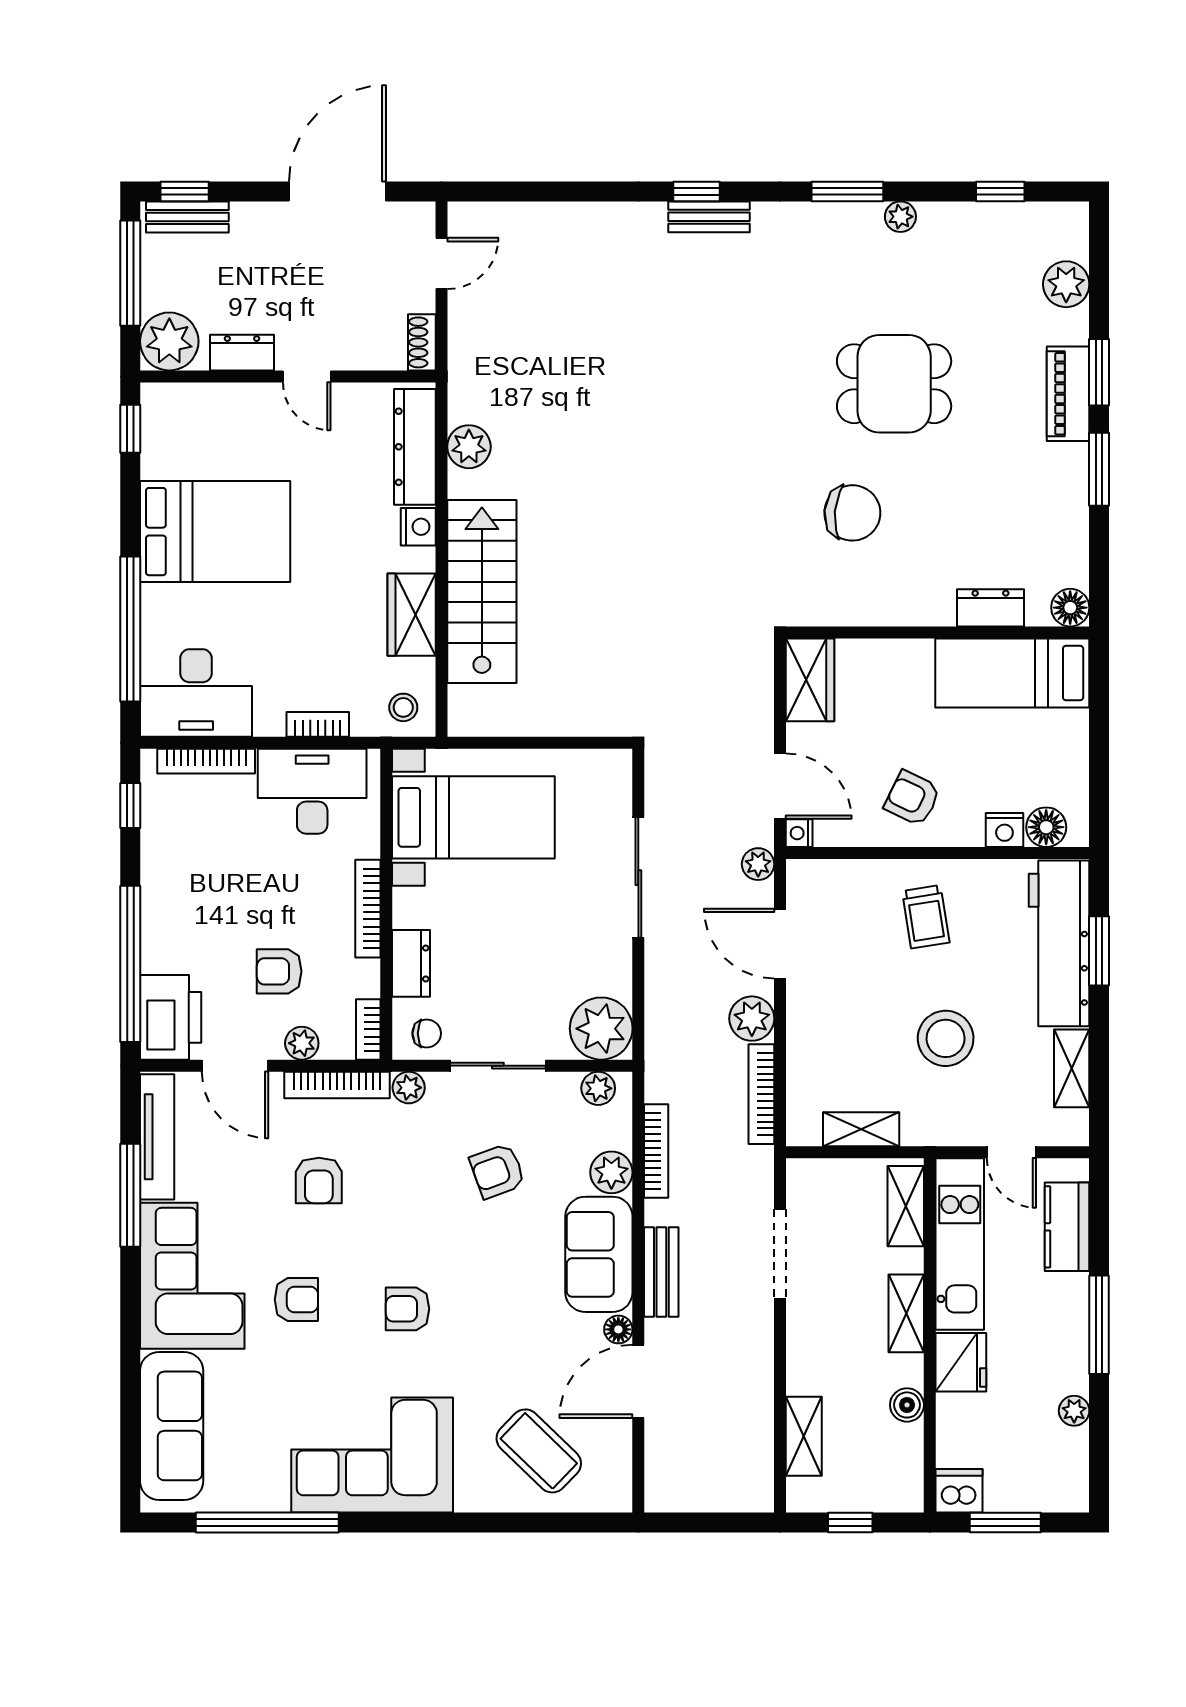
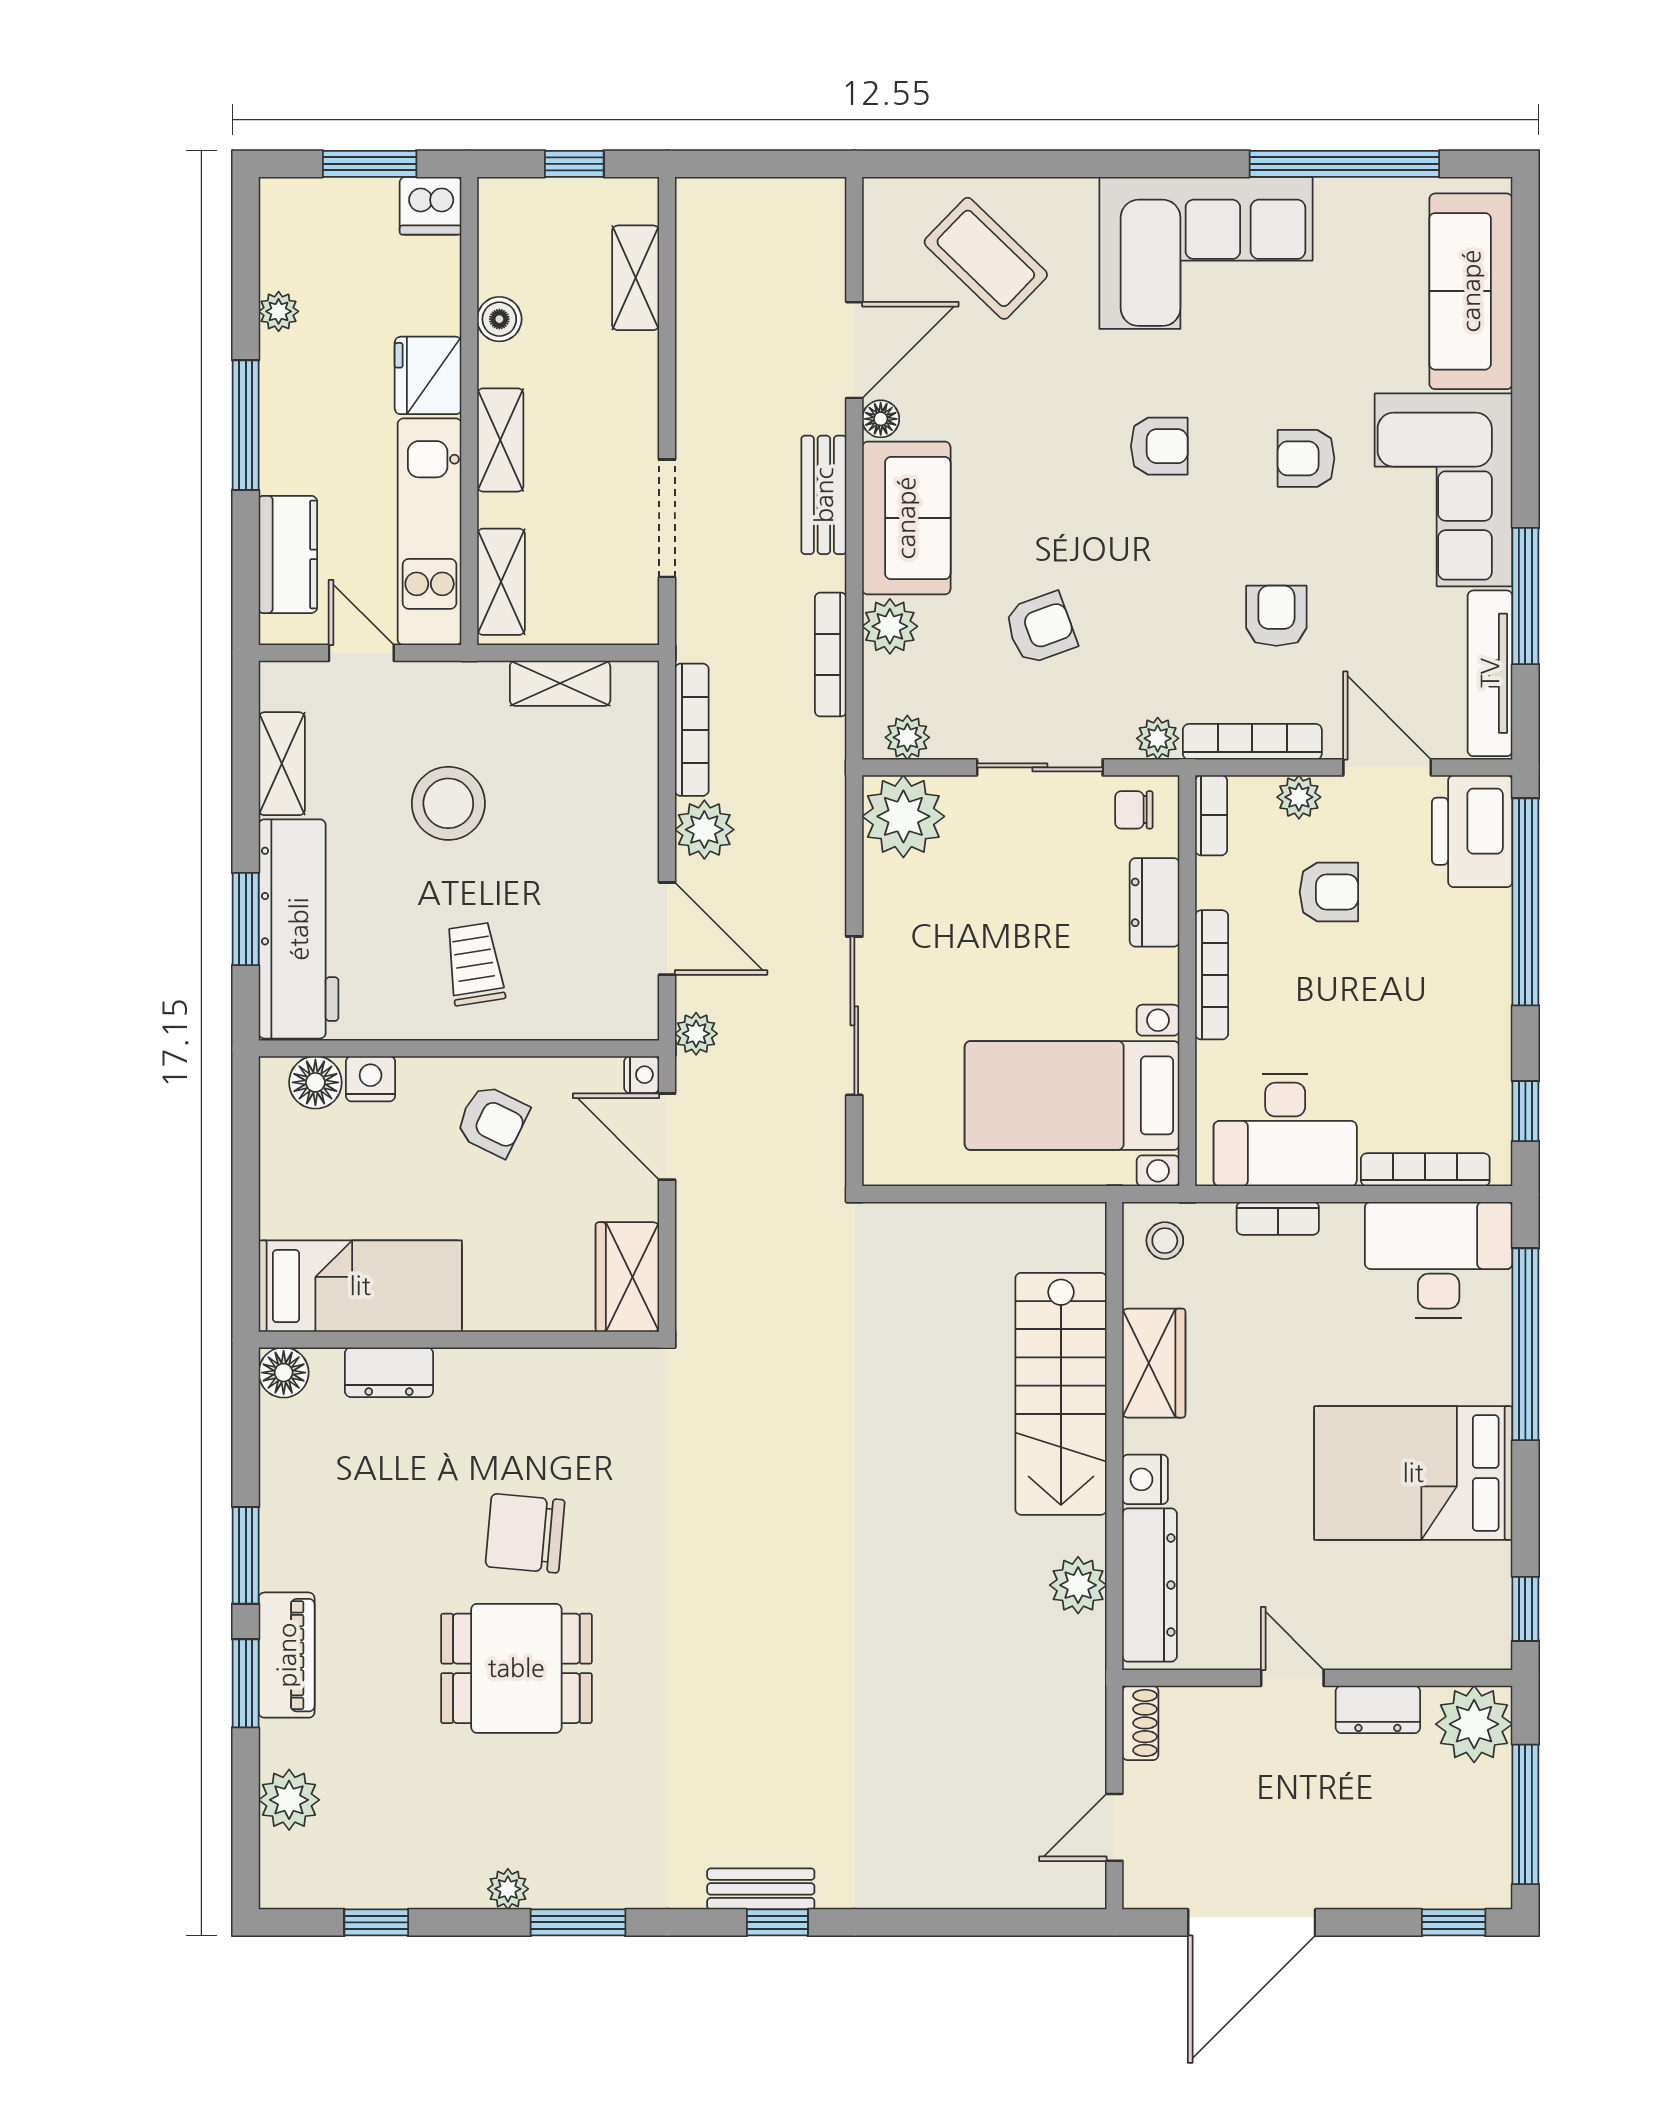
bench: (187, 217) -> (1450, 1889), removed
chair: (852, 513) -> (525, 1533), moved

